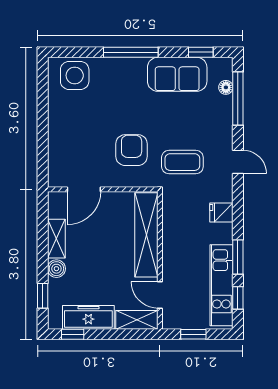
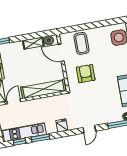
armchair: (132, 150) -> (86, 74), turned -90
coffee table: (182, 162) -> (81, 43), moved
boiler: (56, 269) -> (49, 40), moved

